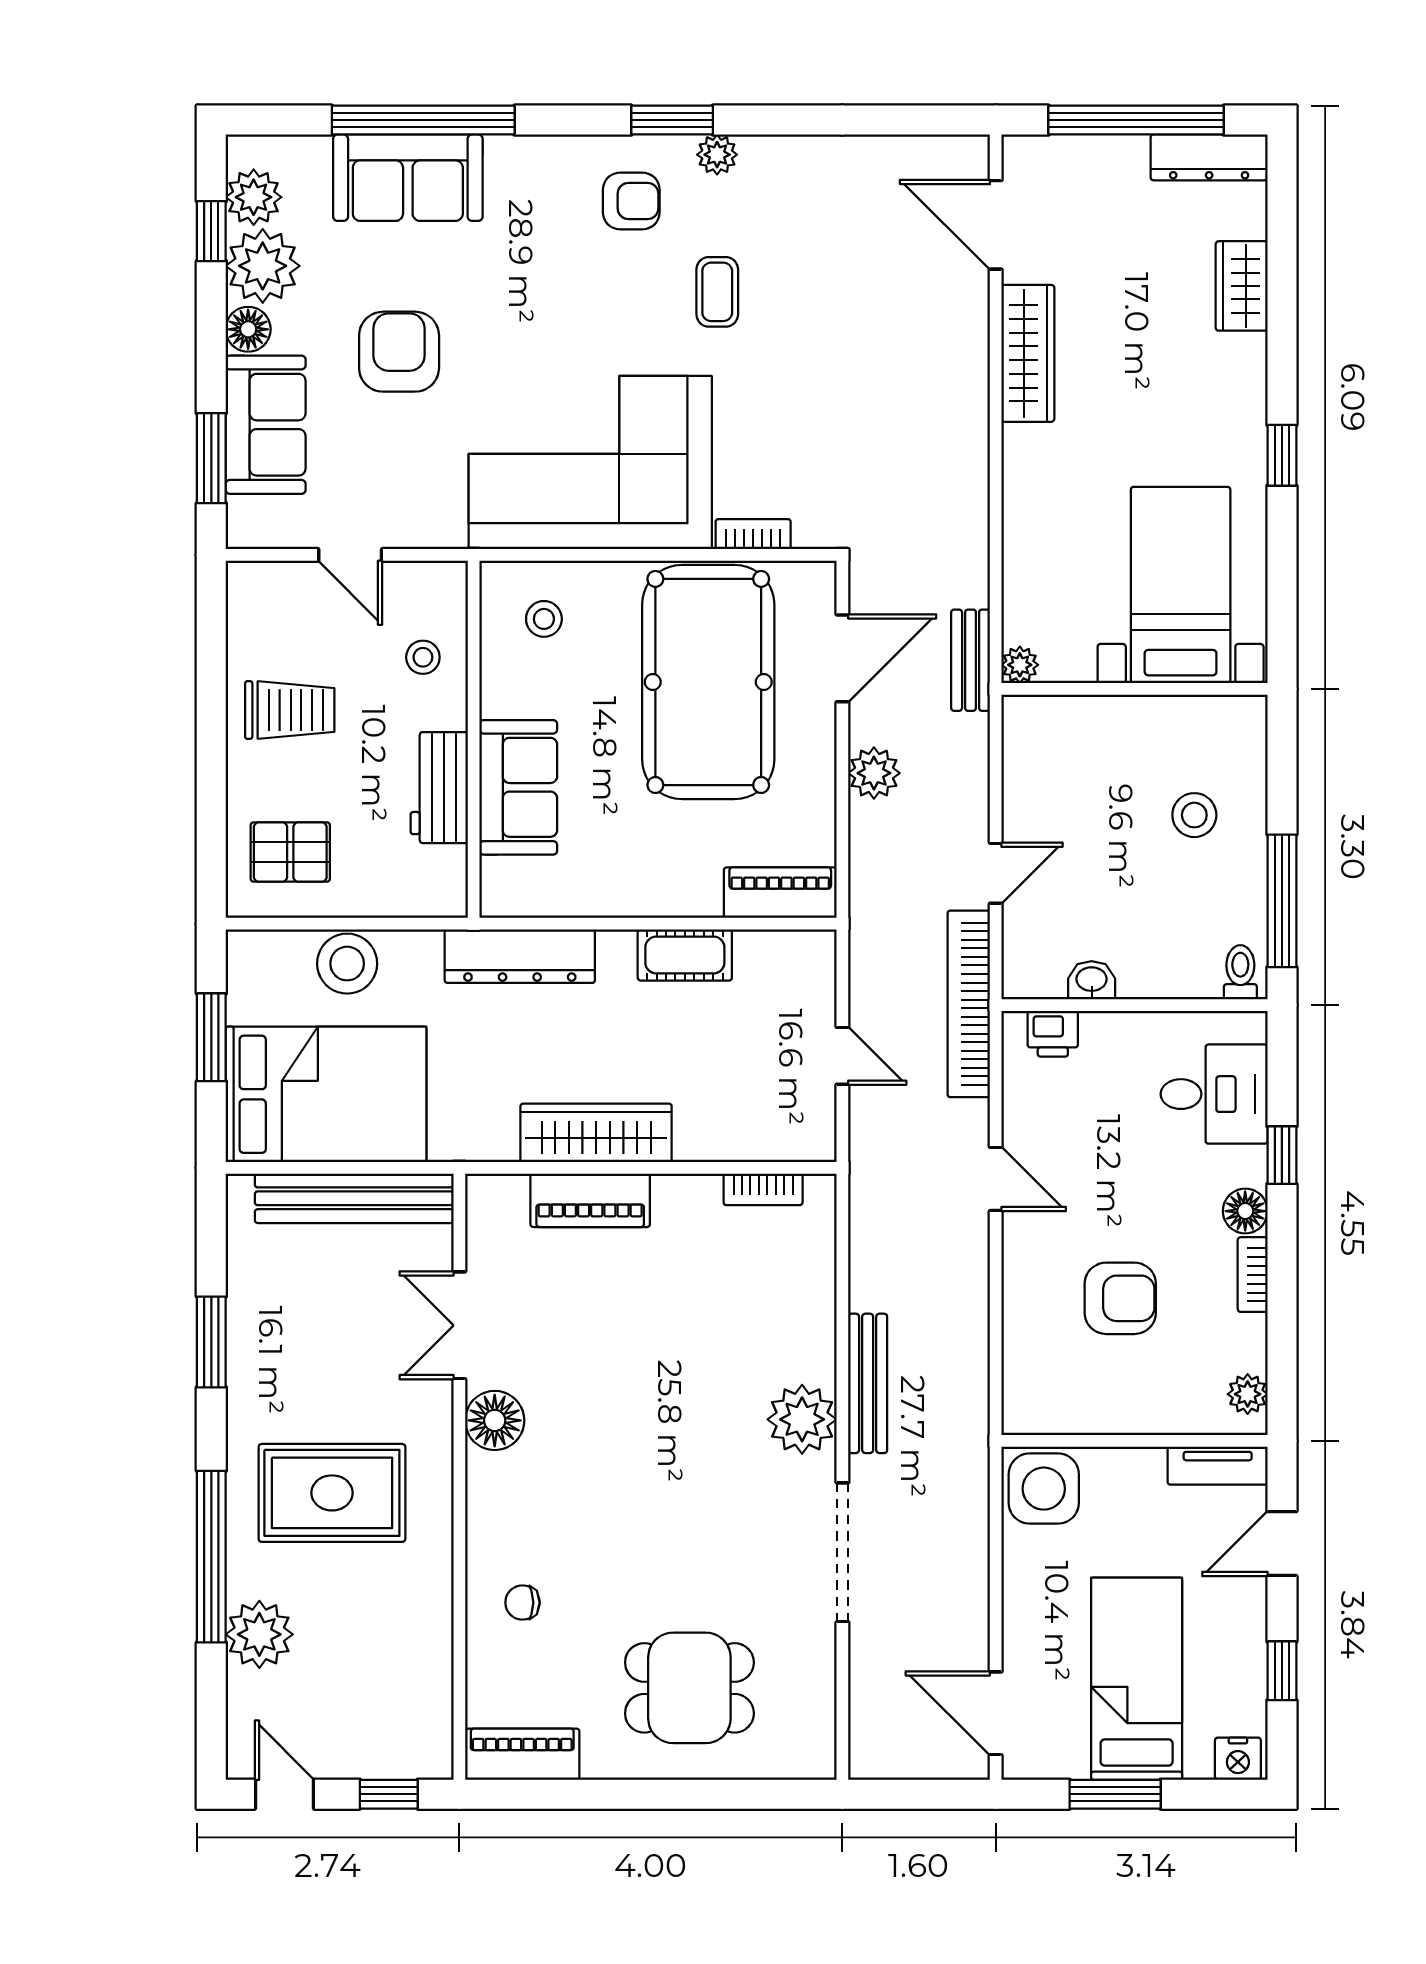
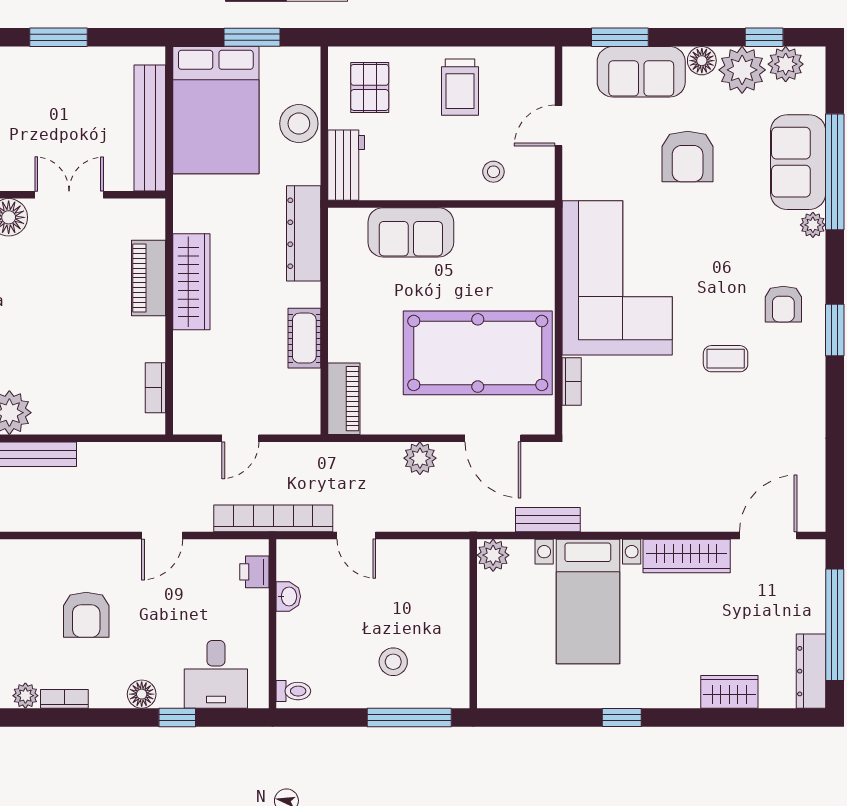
plant: (717, 155) -> (813, 225), moved
armchair: (399, 352) -> (688, 157), turned 90
bed with nightstands: (1181, 585) -> (588, 602), moved, turned 90
stool: (544, 619) -> (518, 249), removed
bench: (971, 660) -> (548, 520), moved
plant: (1020, 665) -> (493, 555), width x1.38, depth x1.38
workbench: (439, 788) -> (346, 165), moved, turned 90
window: (1282, 901) -> (409, 717), moved
bookcase: (1253, 1275) -> (64, 699), moved

